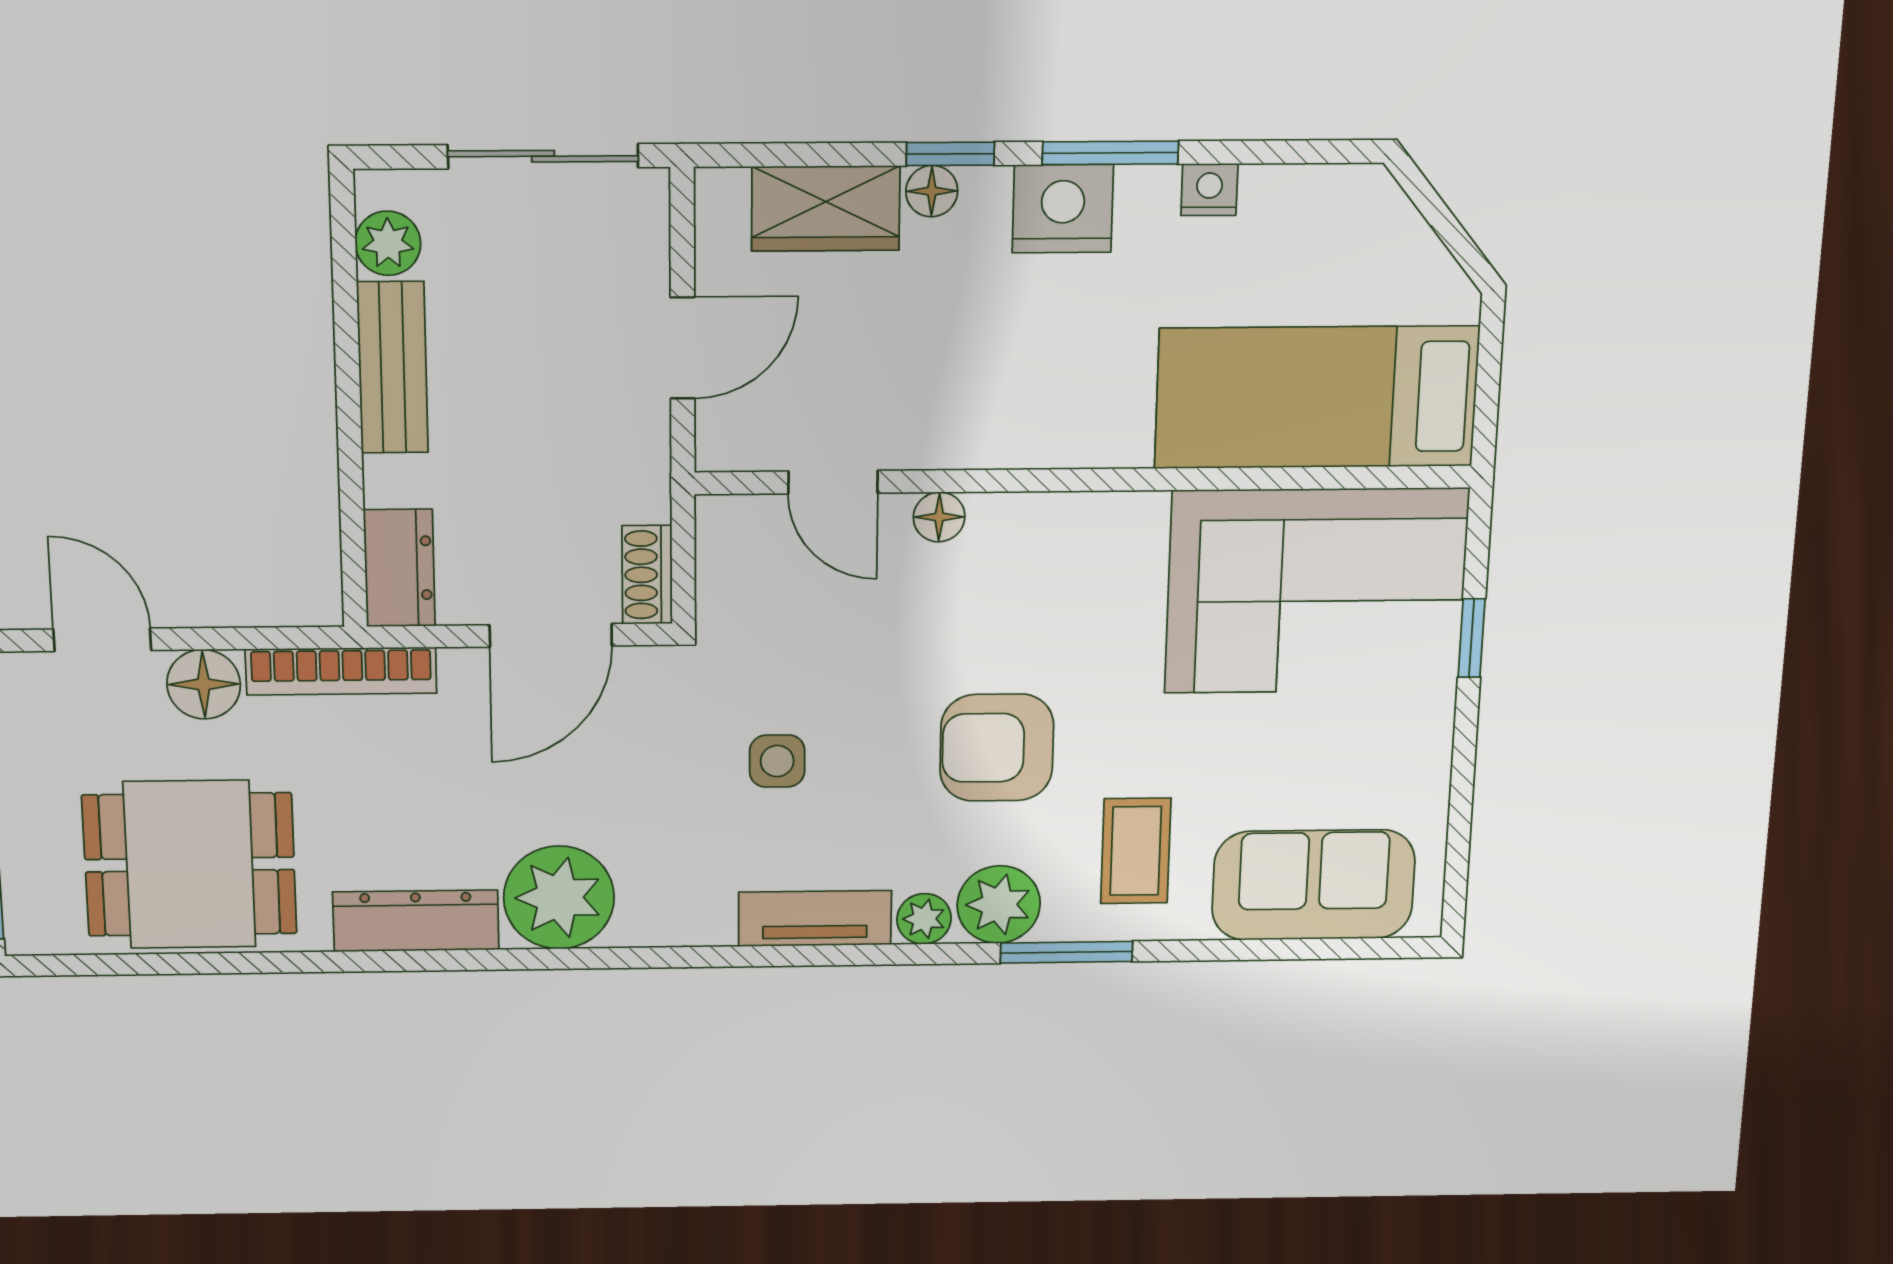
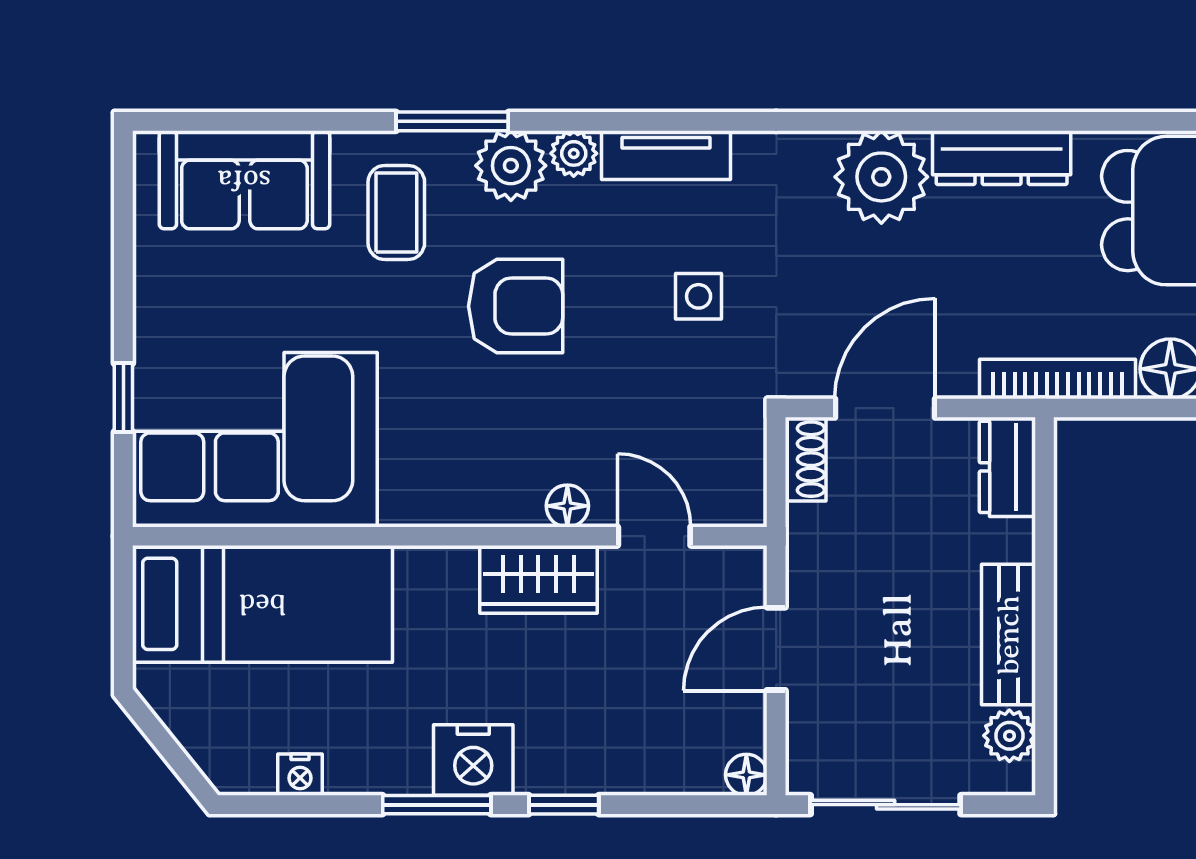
nightstand: (1209, 190) -> (300, 775), moved
floor lamp: (932, 191) -> (746, 775), moved
wardrobe: (826, 208) -> (538, 579), moved, turned 180

